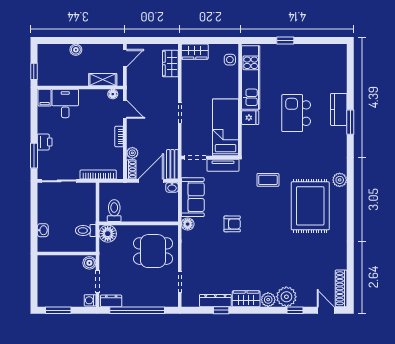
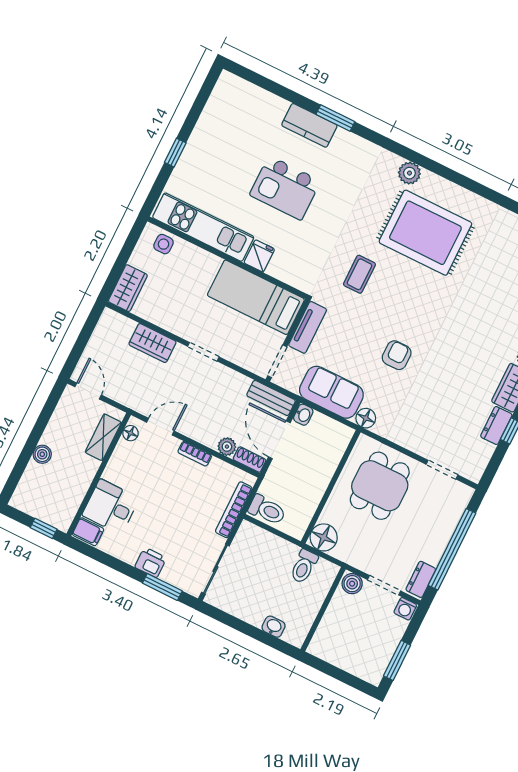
wardrobe: (170, 64) -> (153, 343), moved
toilet: (114, 211) -> (267, 510), moved, turned 180
dresser: (215, 301) -> (496, 426), width x0.70

